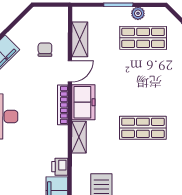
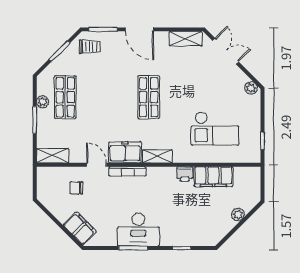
shelving: (80, 39) -> (53, 156), moved

